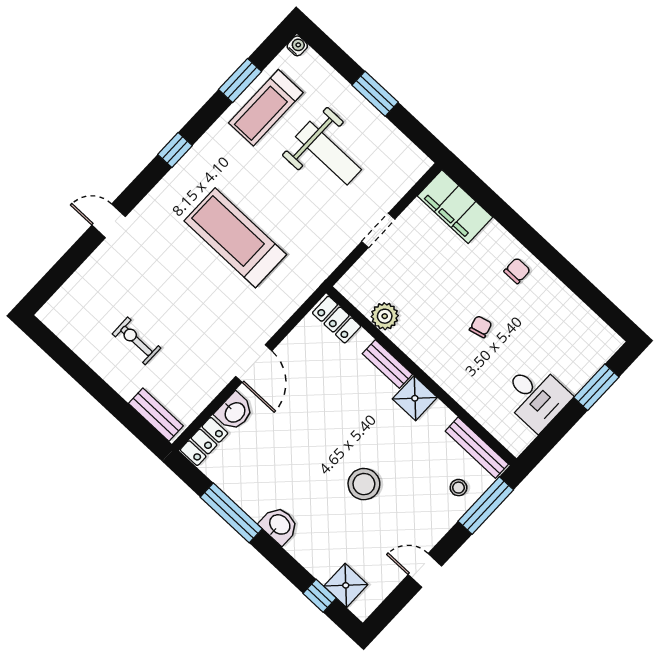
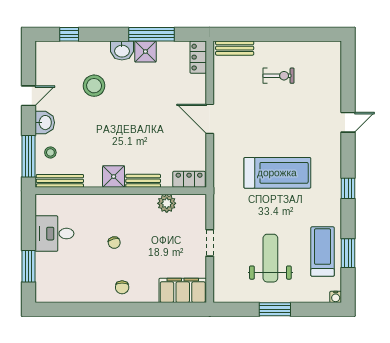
weight bench: (328, 153) -> (270, 258), turned 90
washbasin: (234, 412) -> (45, 123), moved, turned 180
stool: (364, 484) -> (94, 86), moved
shower: (346, 585) -> (145, 52), moved

